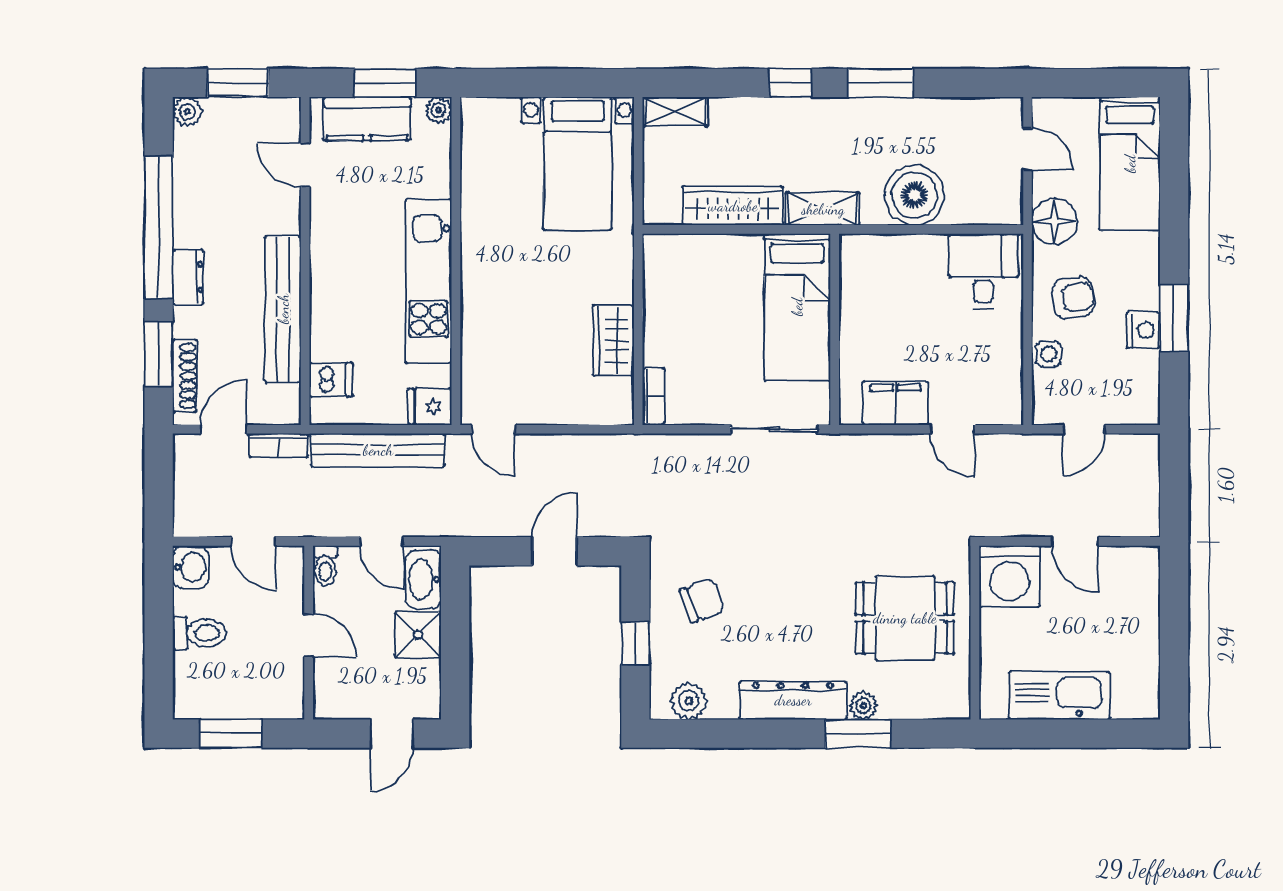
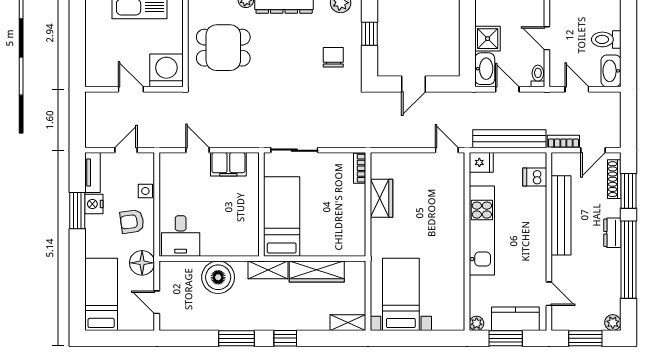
tv unit: (1146, 388) -> (92, 173), added
washbasin: (191, 567) -> (611, 71), width x1.38
chair: (702, 600) -> (333, 57), turned 111

